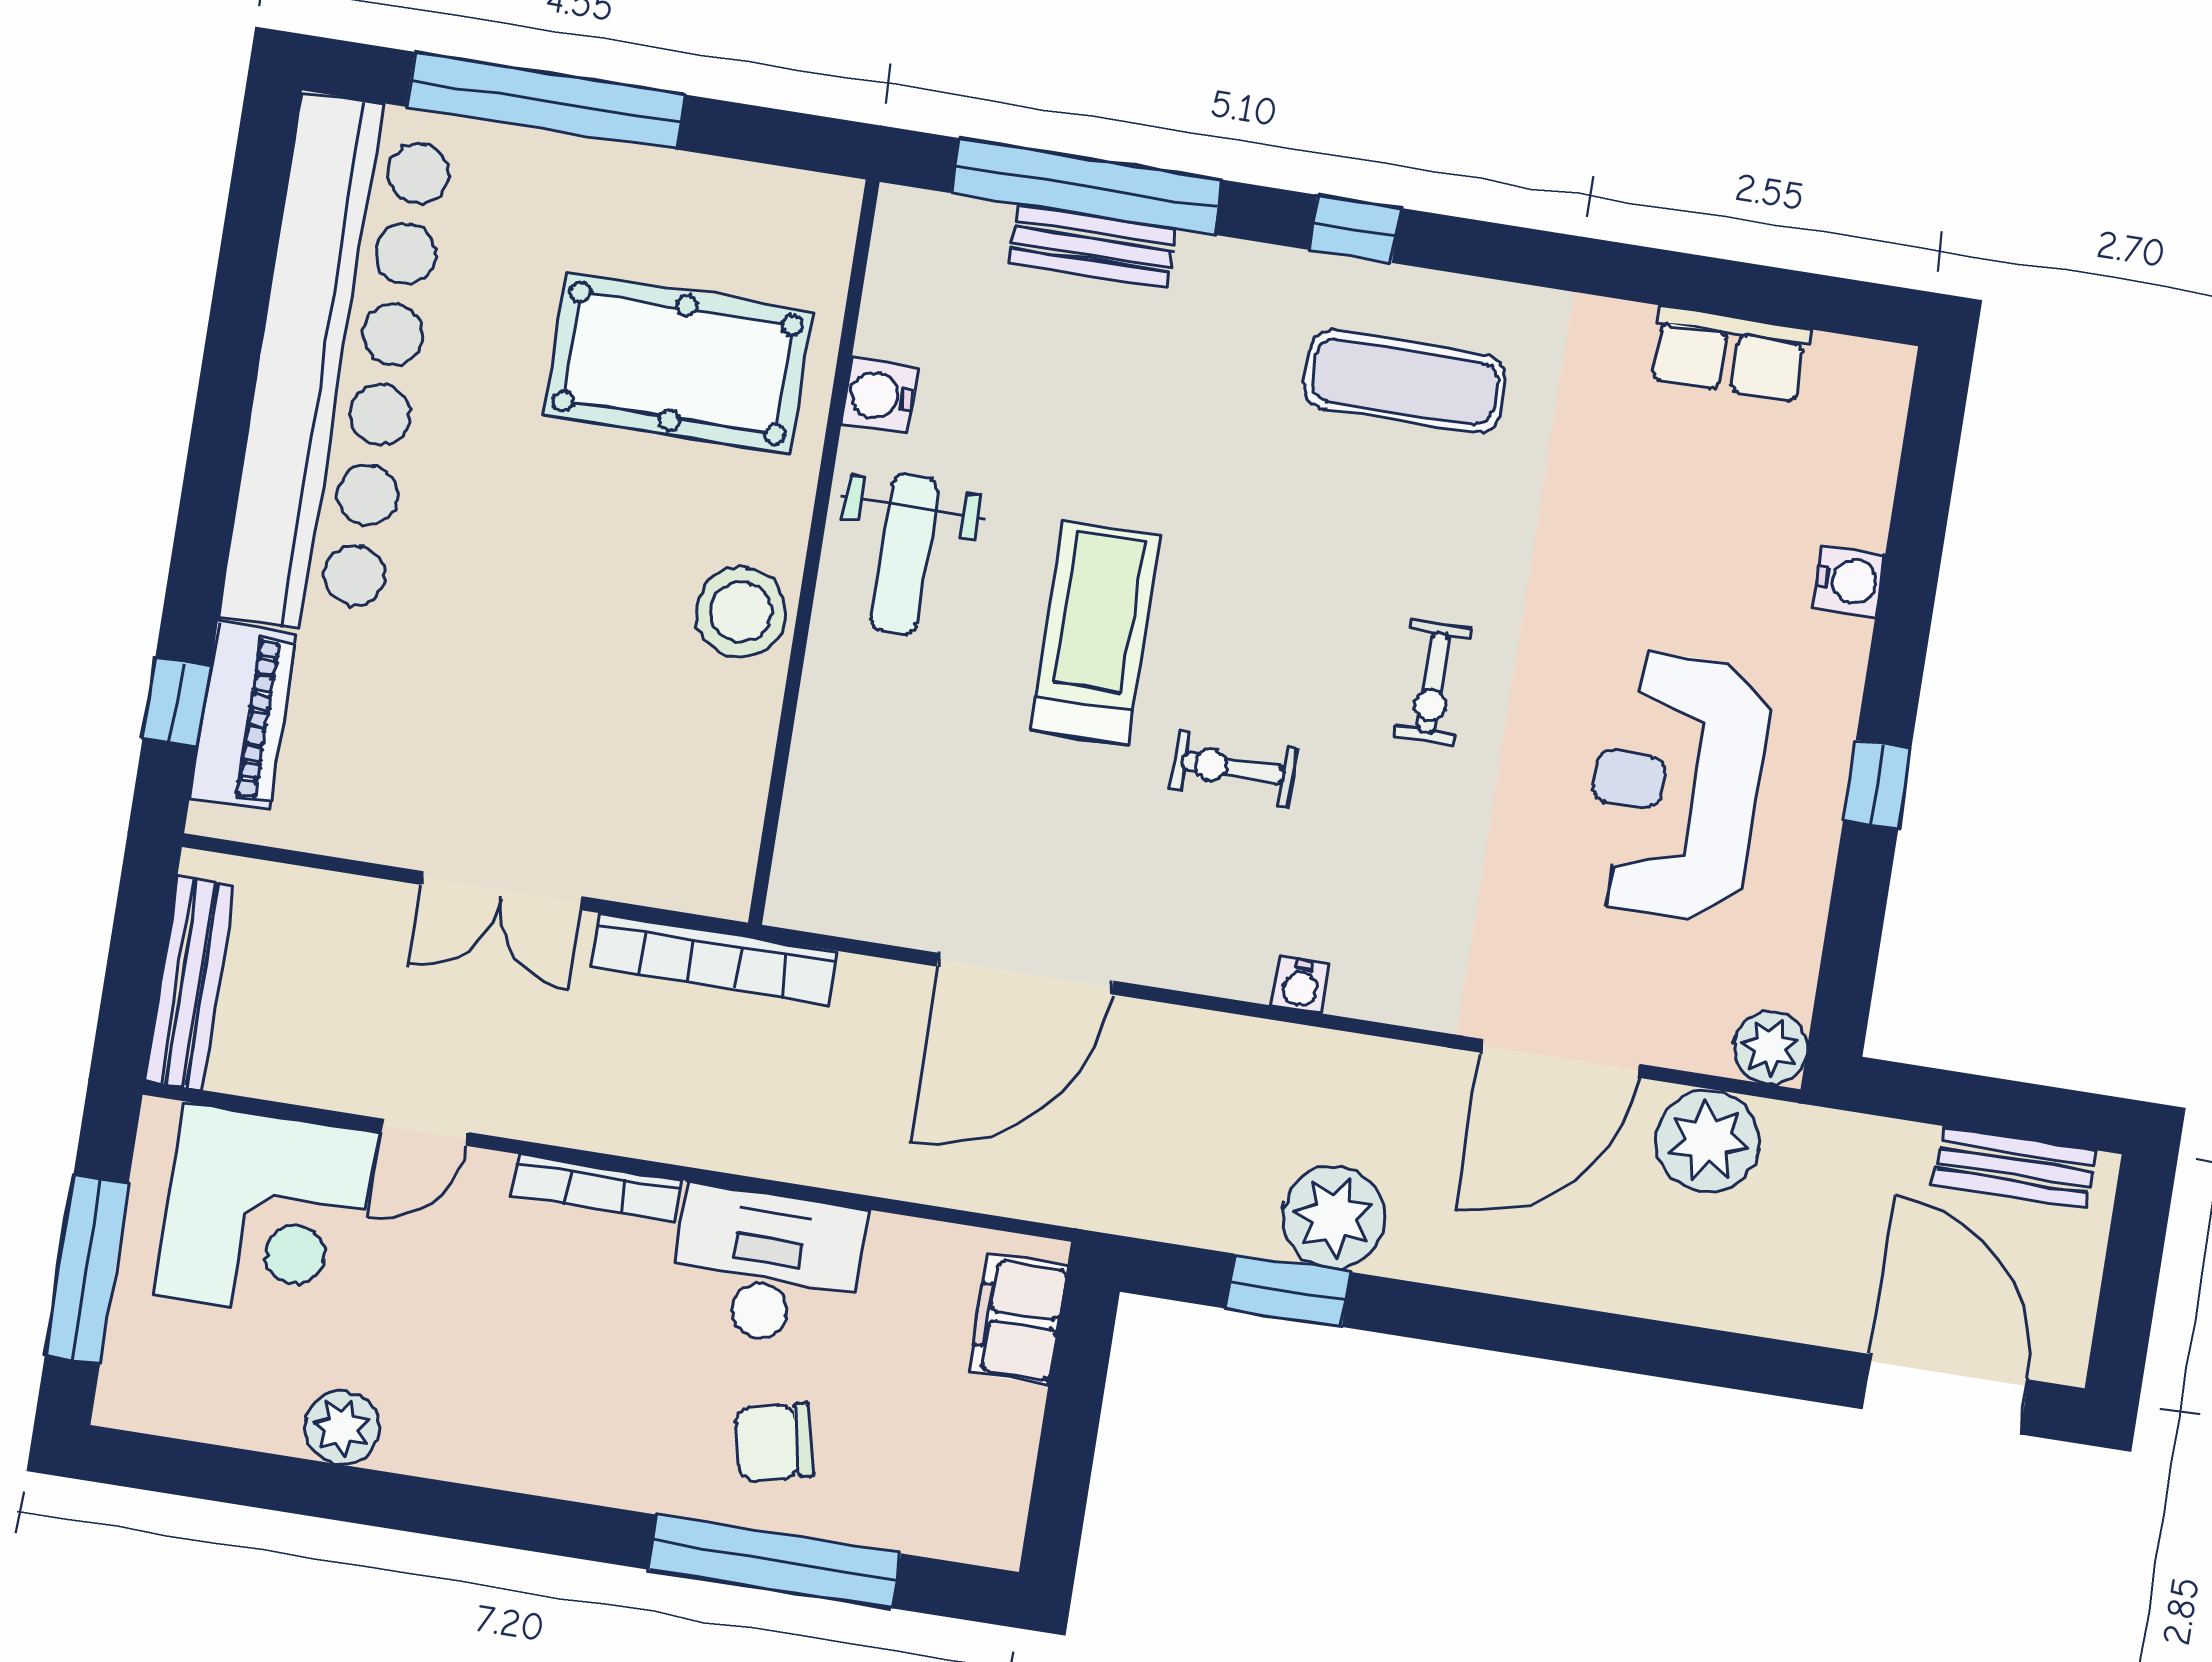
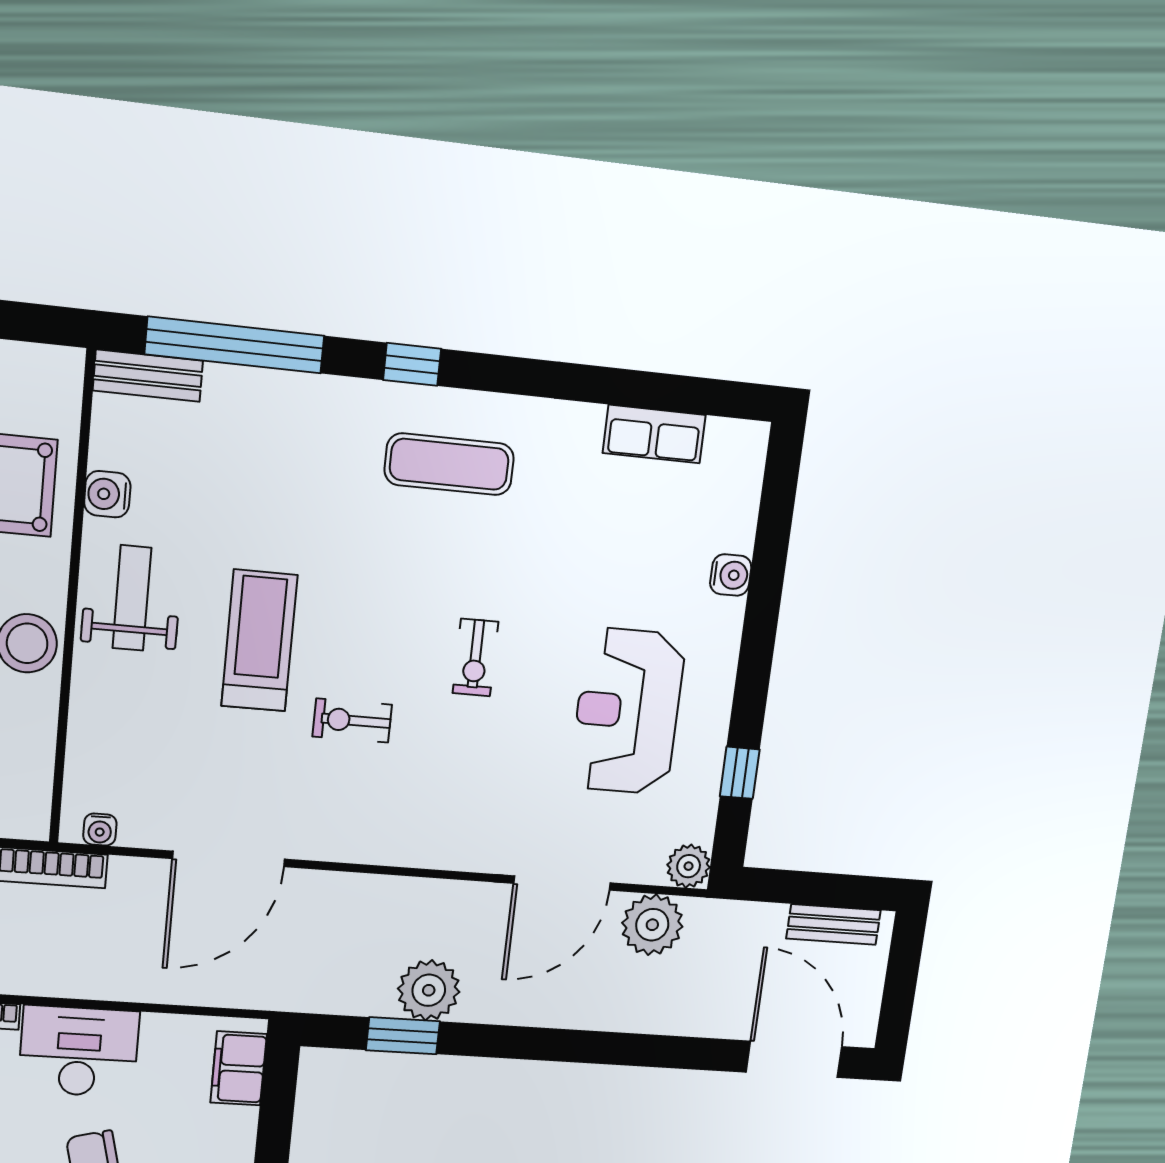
bench: (1093, 246) -> (148, 376), moved
weight bench: (905, 554) -> (132, 598), turned 180
window: (1877, 785) -> (740, 773), moved
water cooler: (1301, 985) -> (100, 830), moved

